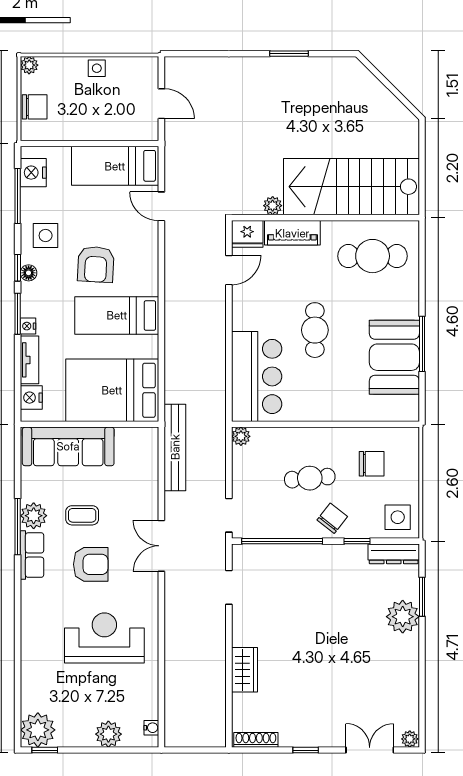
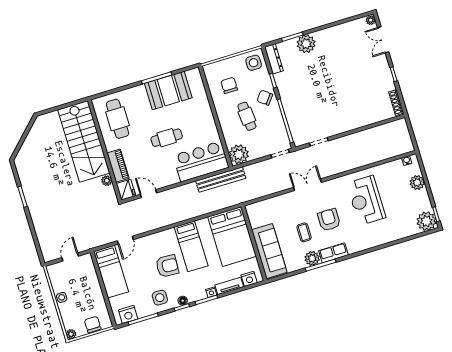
plant: (241, 436) -> (239, 154), width x1.87, depth x1.87
bench: (175, 447) -> (221, 180), moved
double door: (161, 546) -> (307, 185), swing flipped
wardrobe: (244, 670) -> (360, 120), removed

